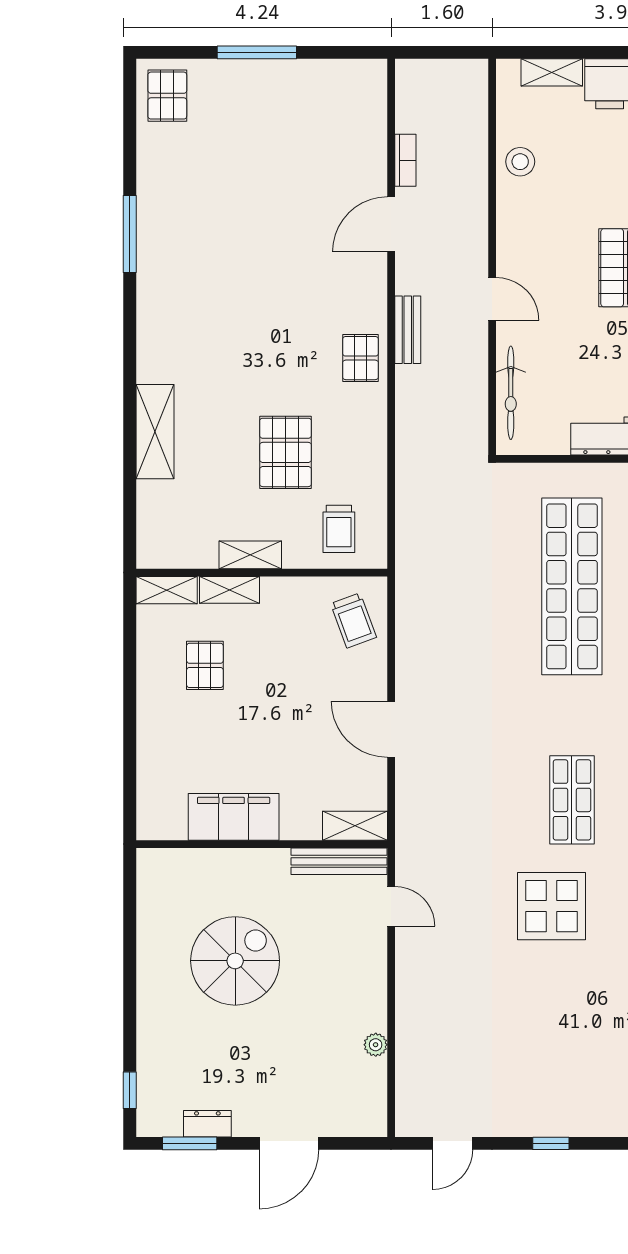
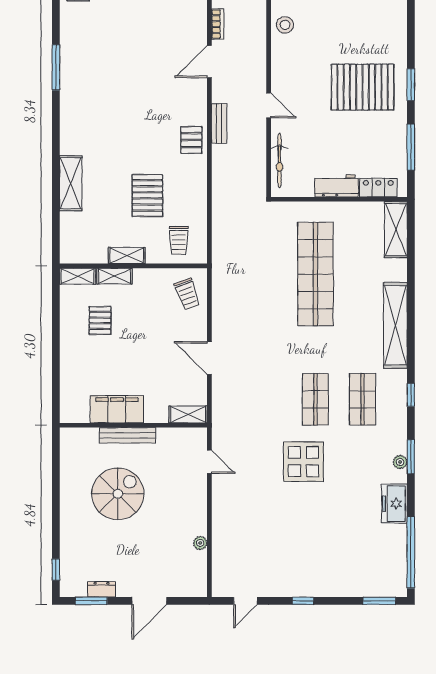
bench: (339, 861) -> (127, 435), moved

